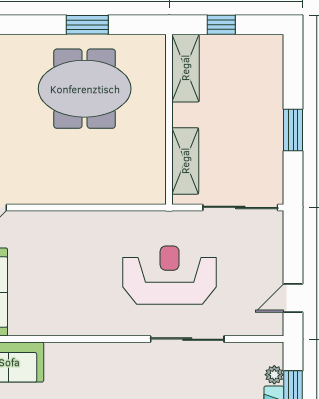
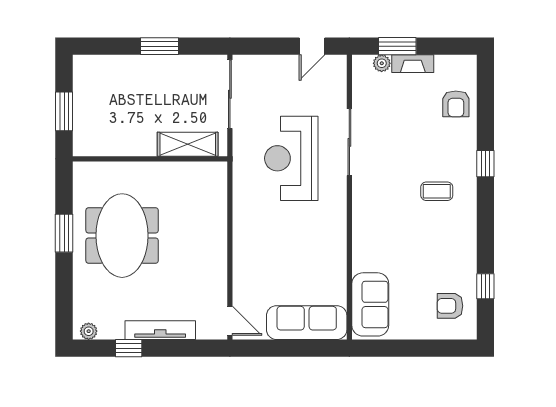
window: (221, 25) -> (64, 111), width x1.50
shelving: (185, 68) -> (103, 144), removed
door: (293, 298) -> (312, 46), hinge flipped

